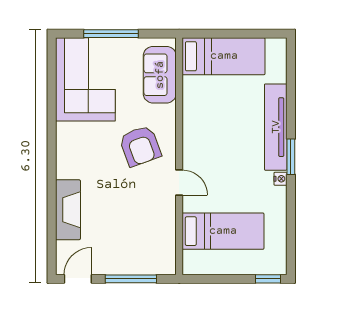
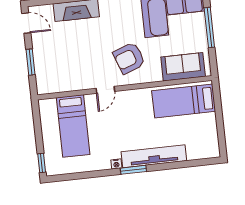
bed: (224, 56) -> (184, 101), moved, turned 90
window: (131, 279) -> (31, 62), width x0.69

